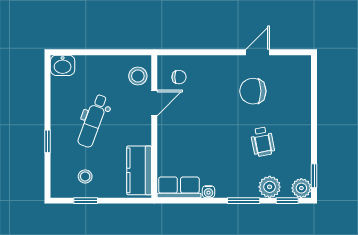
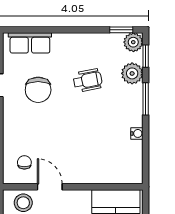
row of seats: (179, 187) -> (30, 43), moved, turned -90

